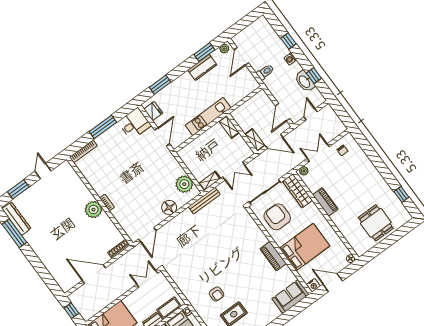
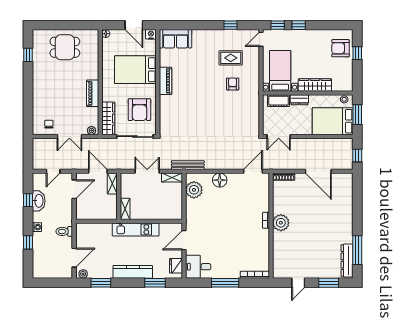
kitchen counter: (202, 67) -> (133, 272), moved, width x1.50
dining table: (376, 223) -> (65, 47), turned 90

